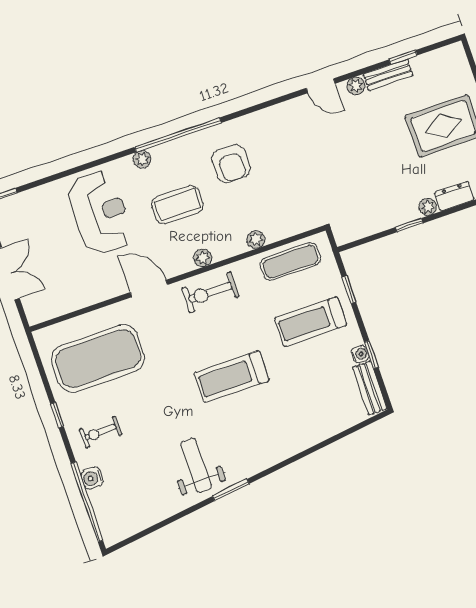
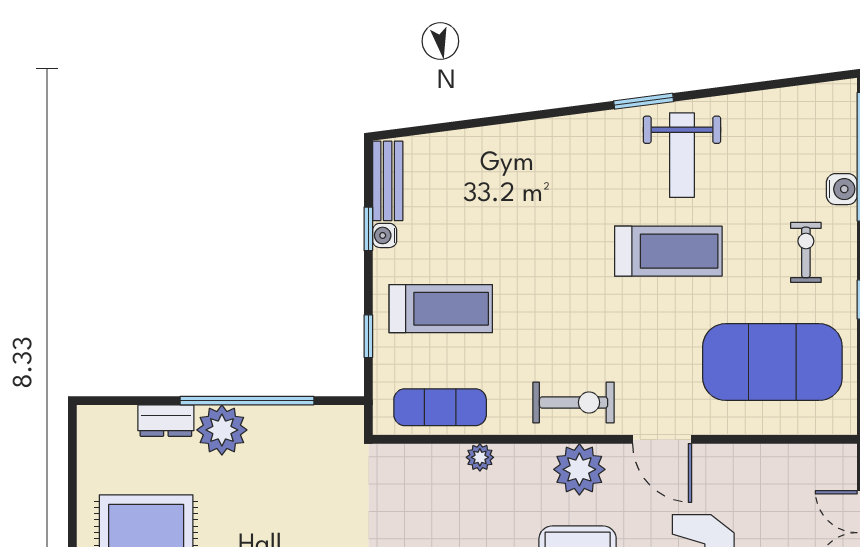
plant: (428, 207) -> (222, 430), width x1.88, depth x1.88
window: (409, 225) -> (247, 401), width x3.17
plant: (203, 258) -> (579, 469), width x1.87, depth x1.87
treadmill: (232, 377) -> (668, 251), moved
exercise bike: (101, 432) -> (806, 252), turned -88

